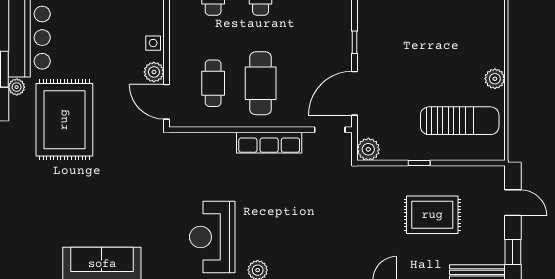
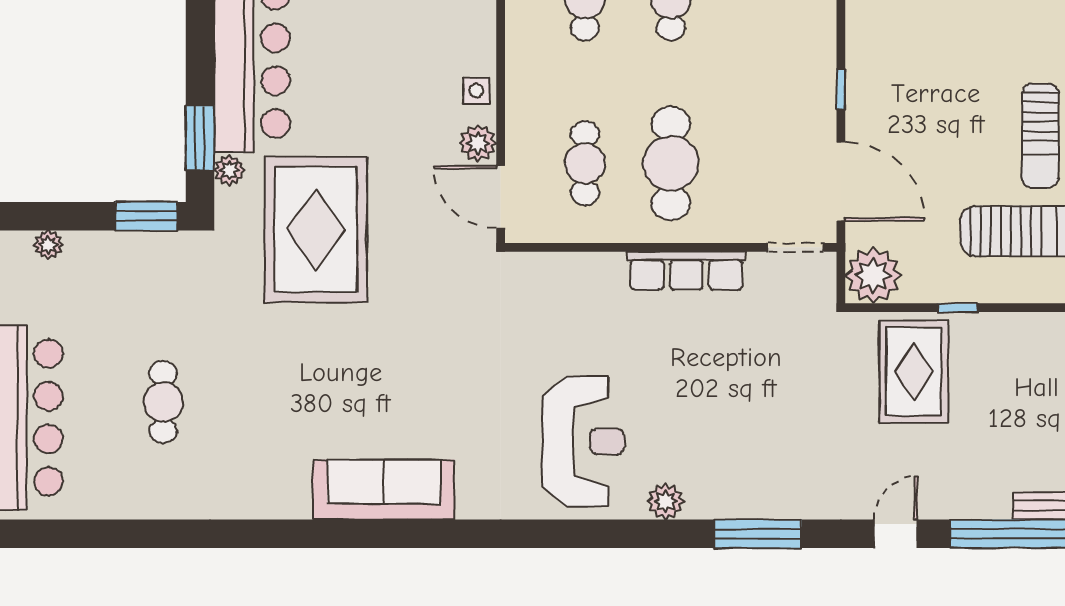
sun lounger: (465, 68) -> (1040, 136), added
door: (355, 93) -> (841, 181), swing flipped
plant: (368, 149) -> (873, 275), width x1.36, depth x1.36
rug: (432, 215) -> (914, 372), moved, turned 90
reception desk: (212, 237) -> (583, 442), turned 180

